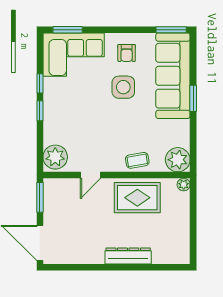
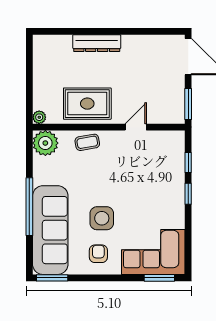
window: (40, 83) -> (188, 163), moved
window: (193, 98) -> (29, 207), width x2.11
plant: (55, 157) -> (172, 146), removed

